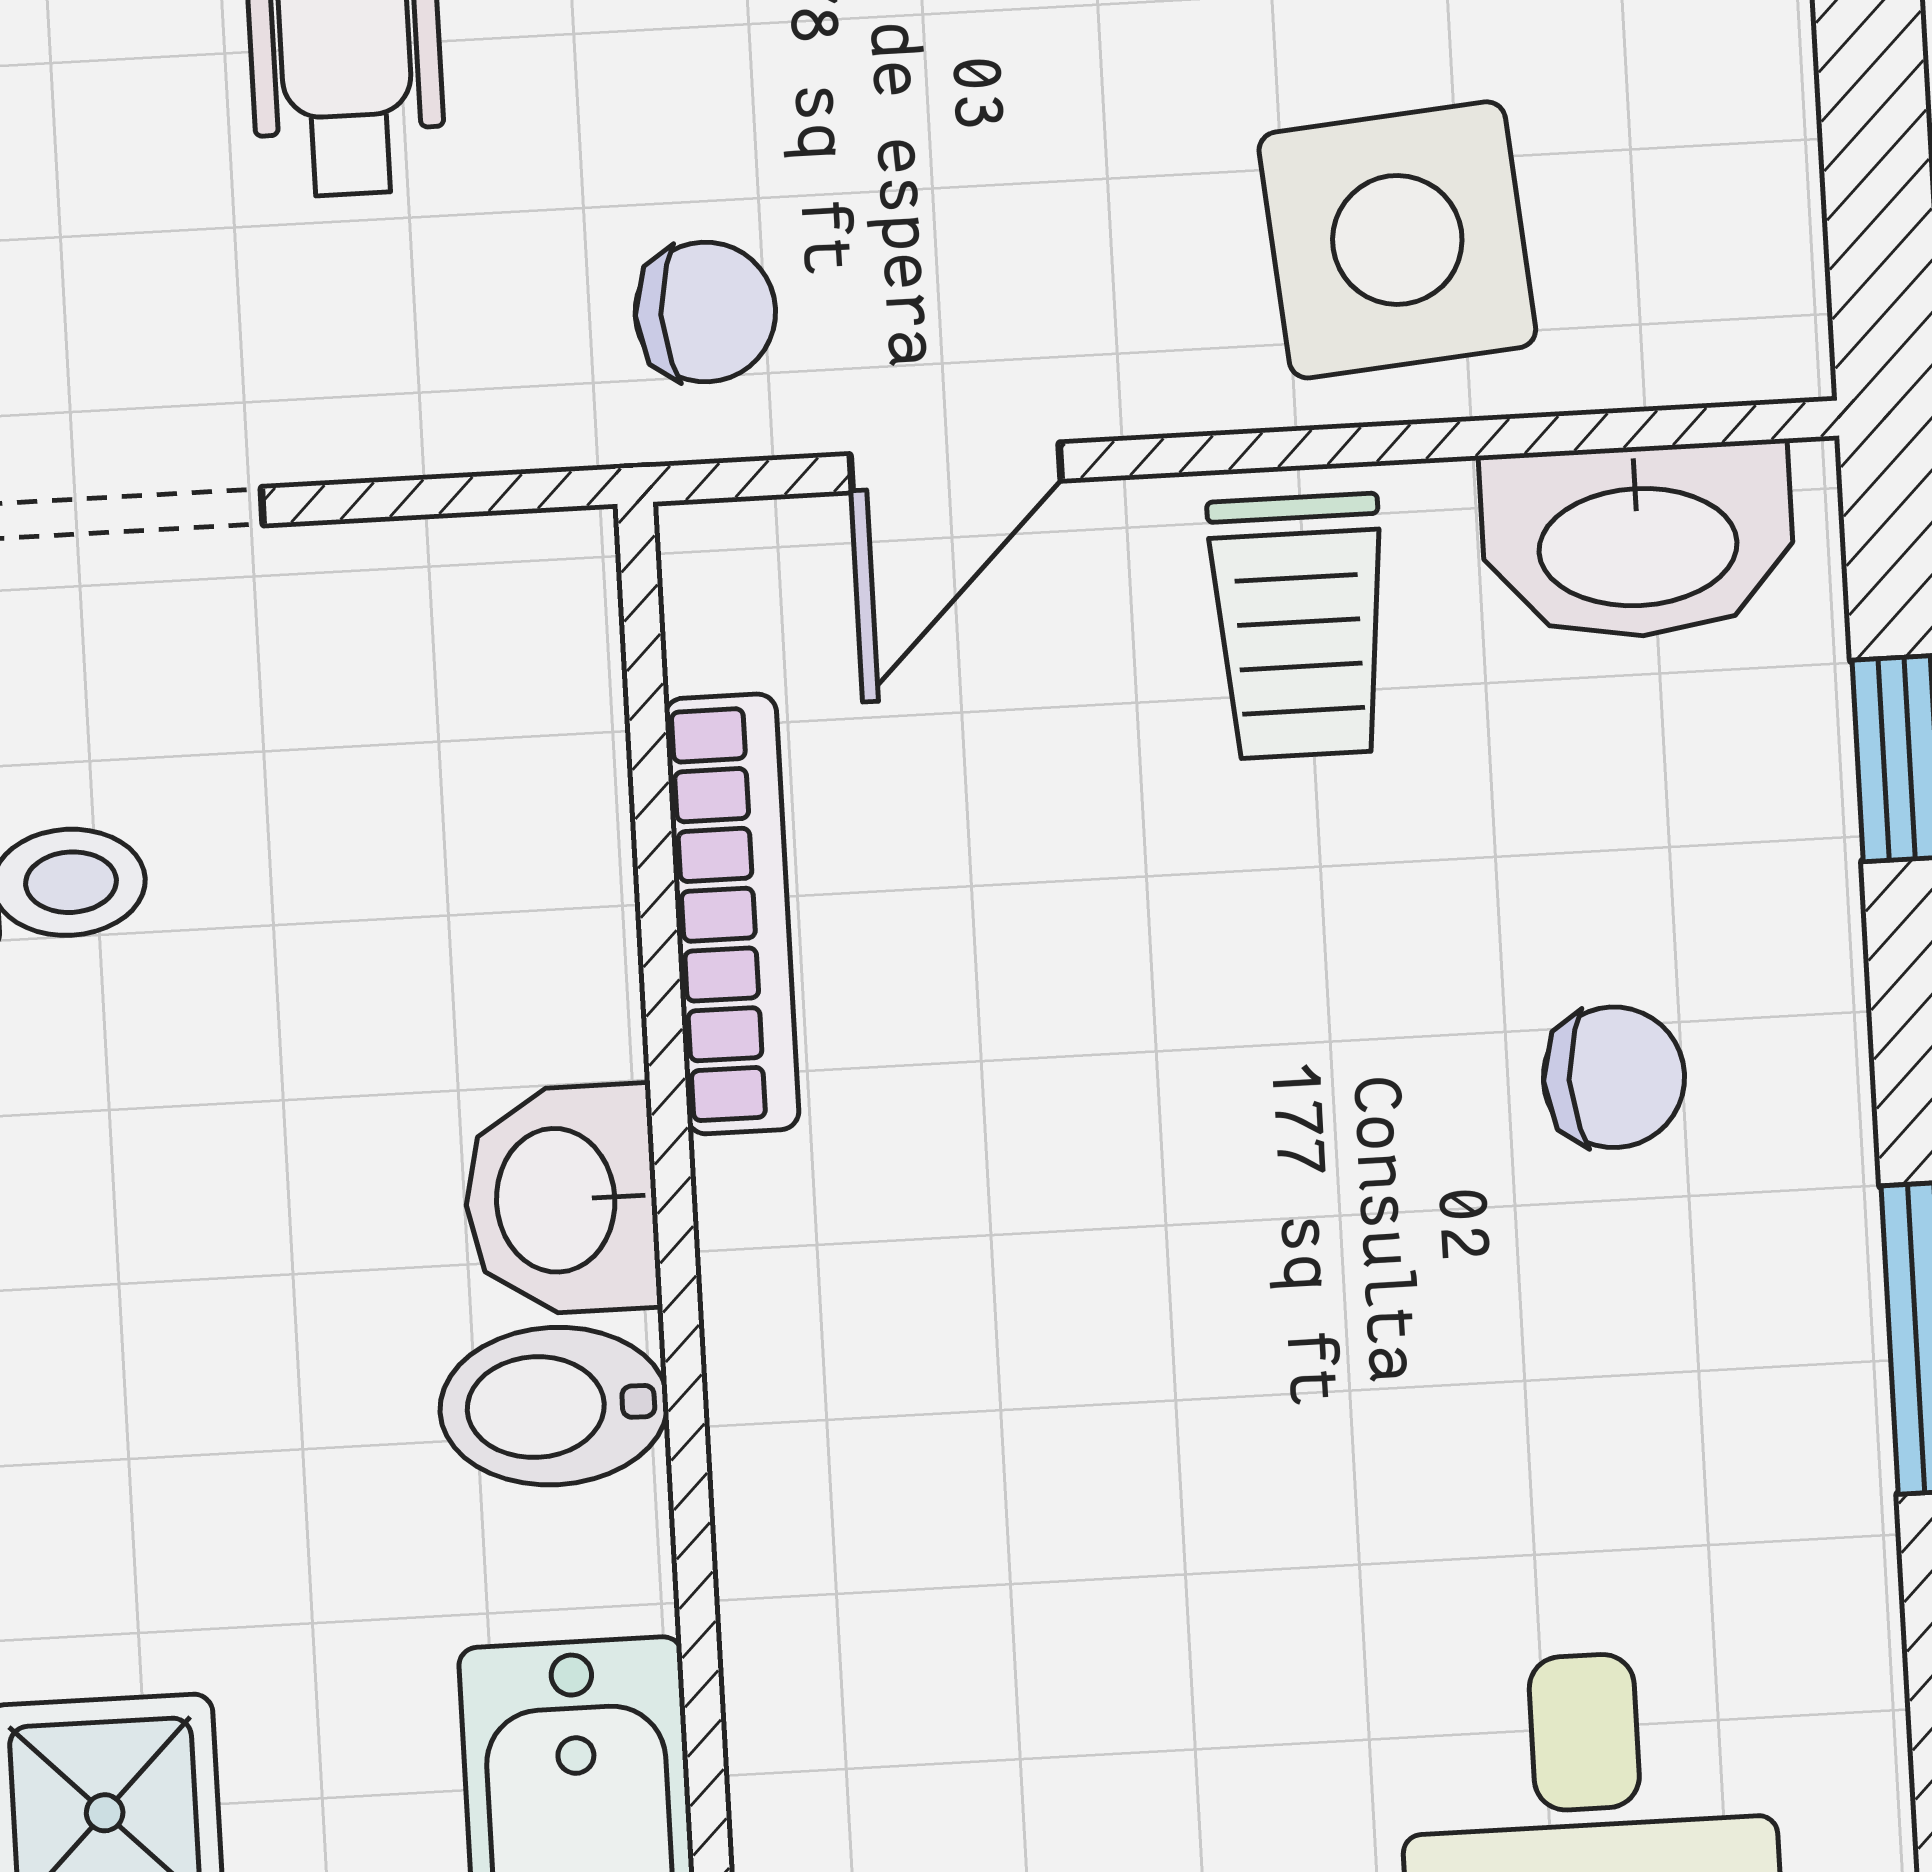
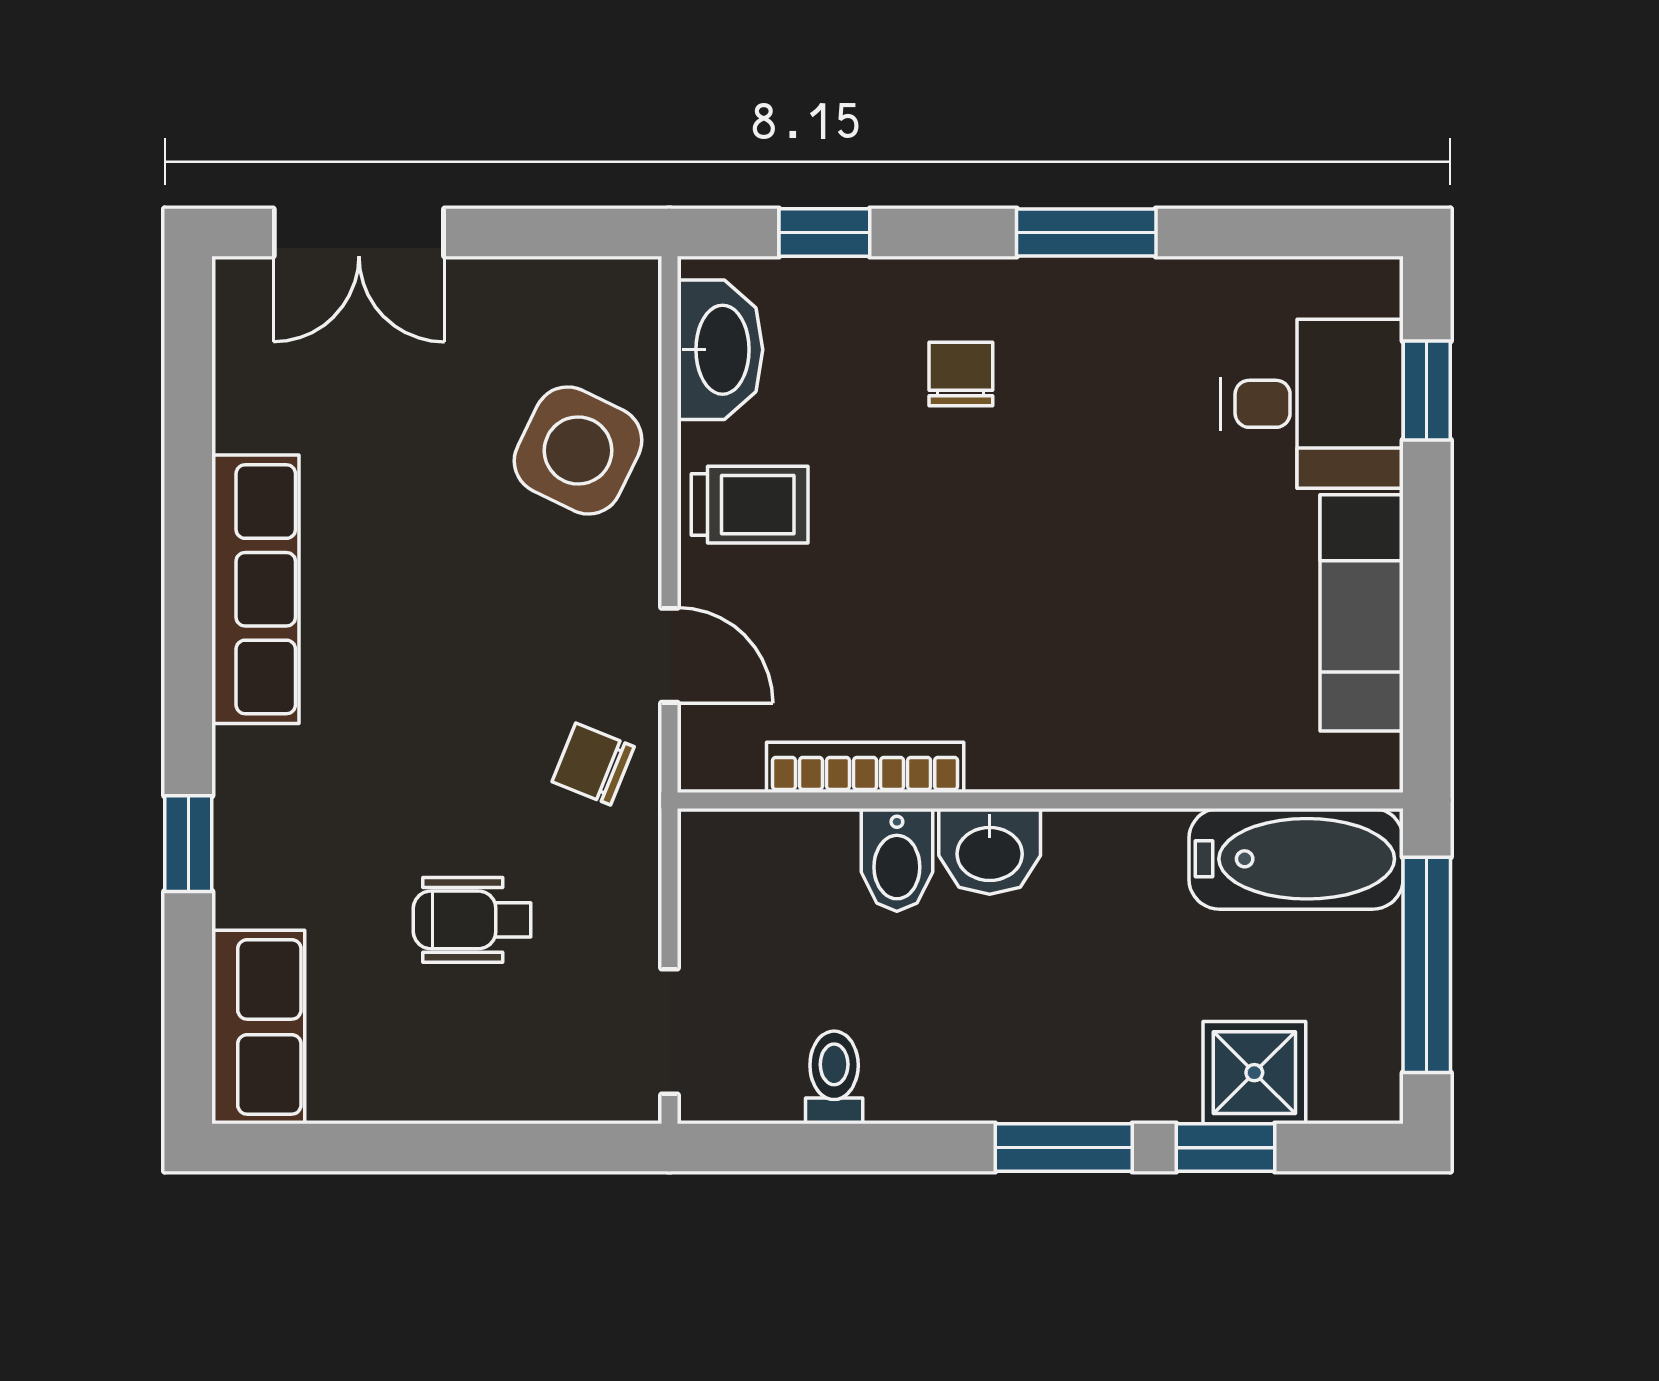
side table: (1397, 240) -> (578, 450), turned 31
chair: (705, 312) -> (593, 764), turned -68
bidet: (554, 1406) -> (897, 860), moved

